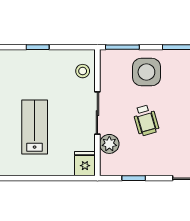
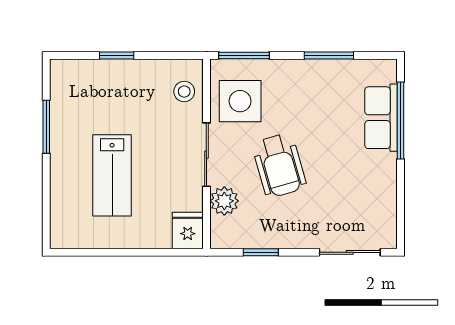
side table: (146, 72) -> (240, 101), moved
wheelchair: (146, 120) -> (279, 165), width x1.36, depth x1.37
lab bench: (35, 127) -> (112, 175), turned 180

